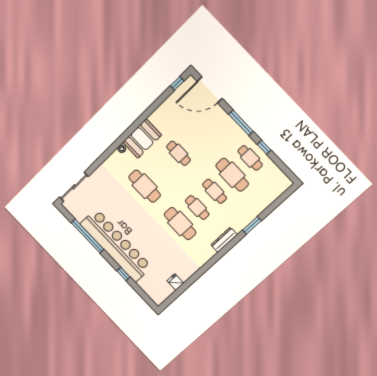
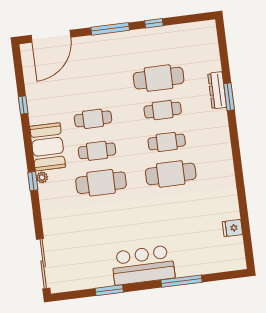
window: (177, 83) -> (23, 105), moved
window: (116, 145) -> (33, 181), added
cafe table: (250, 158) -> (97, 151), moved
window: (87, 236) -> (109, 290), width x0.47
dresser: (224, 240) -> (217, 90), moved
bar counter: (116, 245) -> (143, 265), width x0.54
window: (123, 274) -> (181, 281), width x2.17

